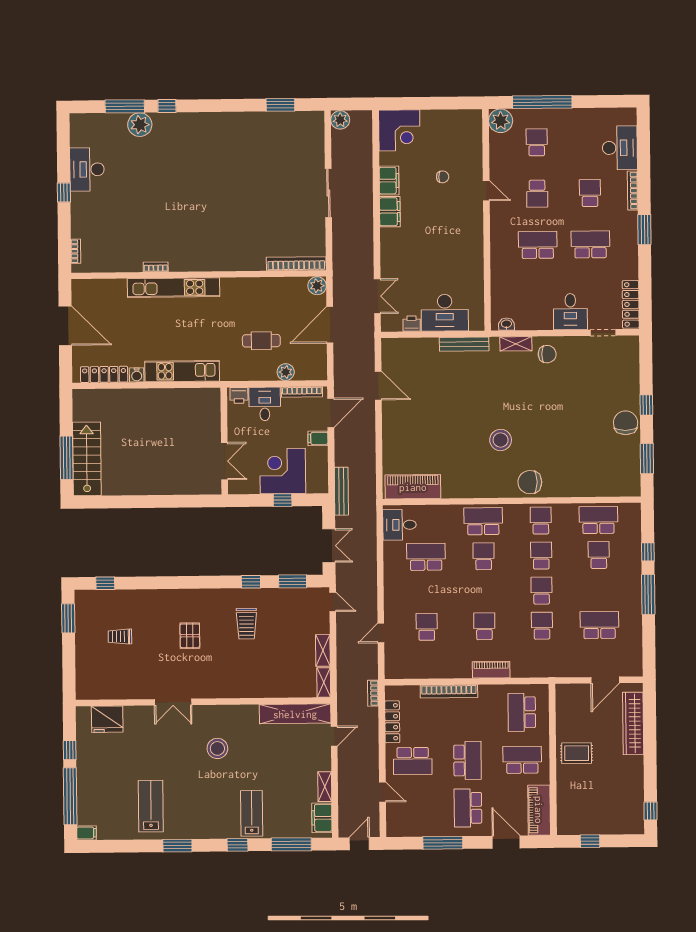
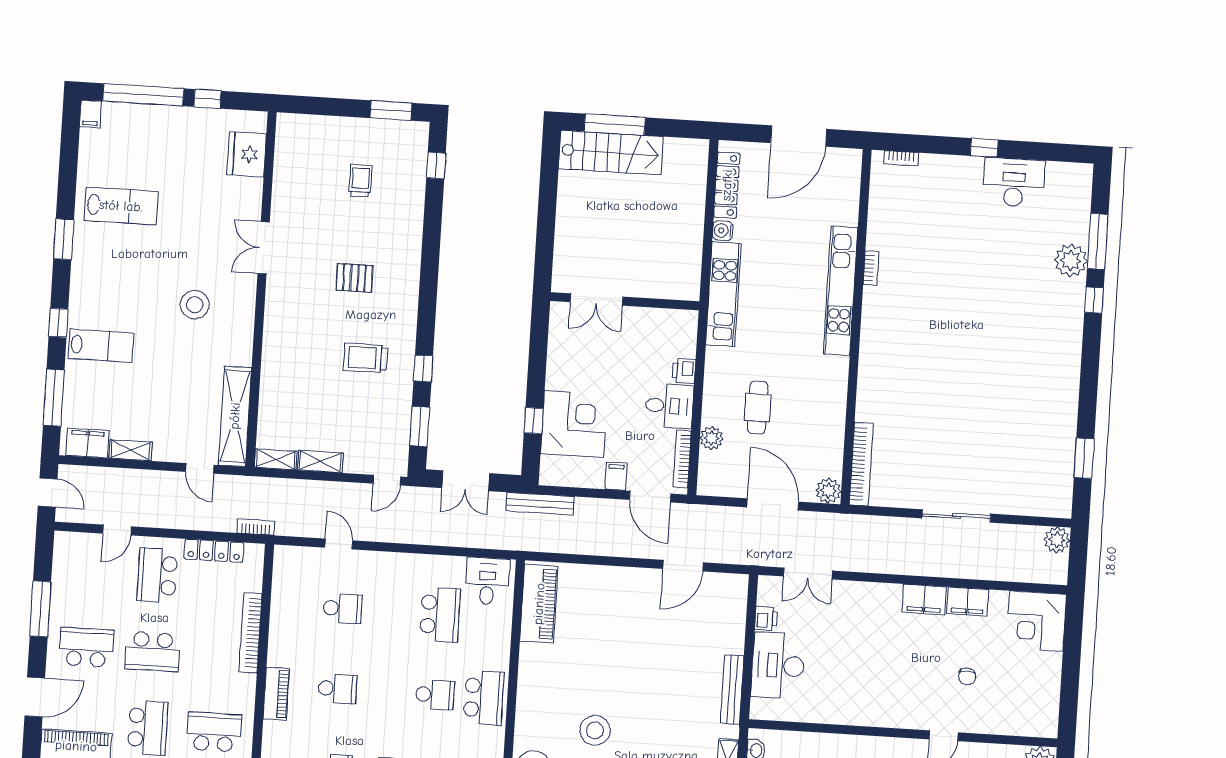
wall: (224, 441) -> (625, 301), moved
double door: (224, 461) -> (597, 299), moved

